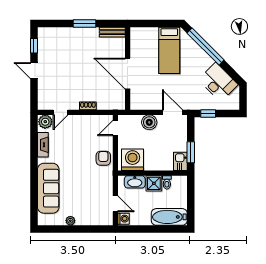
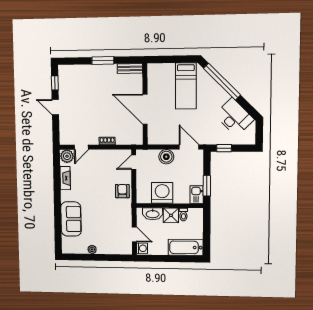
washing machine: (133, 160) -> (162, 193), moved
sofa: (48, 188) -> (71, 219), width x0.73

